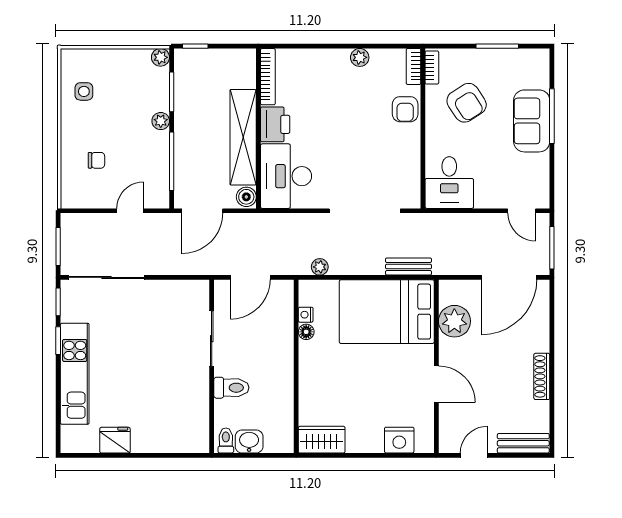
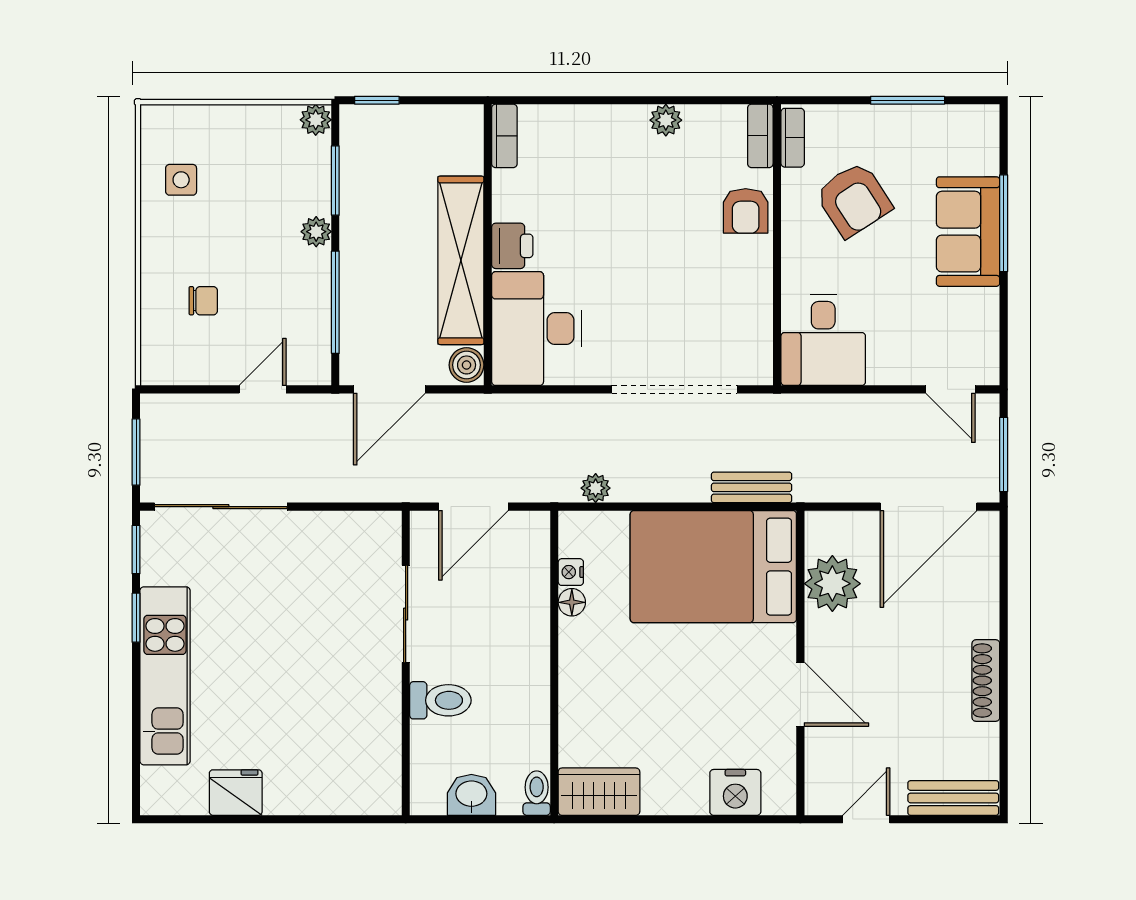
bookcase: (268, 77) -> (504, 136), width x0.64
printer: (275, 124) -> (512, 246), width x0.73, depth x0.81
toilet: (226, 440) -> (537, 793), moved

